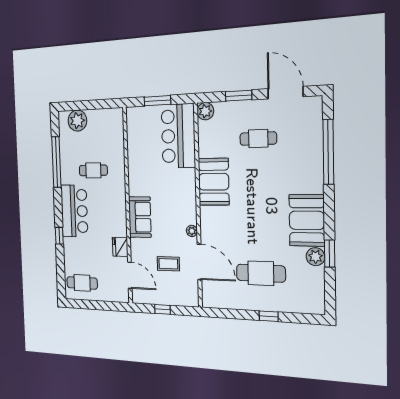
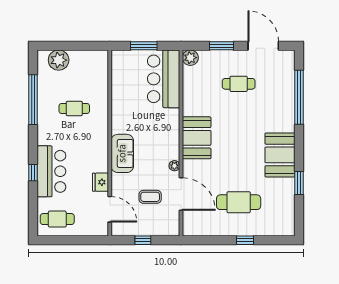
booth: (214, 182) -> (197, 138), moved
bar counter: (74, 211) -> (51, 171), moved
plant: (315, 257) -> (287, 186), removed

